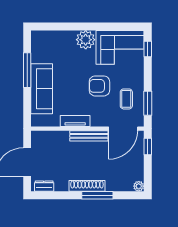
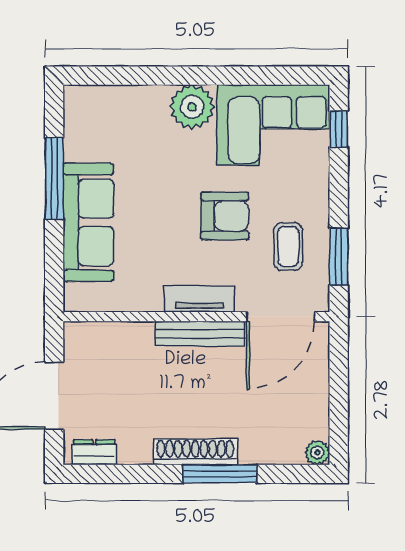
armchair: (99, 86) -> (225, 216), turned 180
tv unit: (75, 121) -> (199, 299), moved
window: (148, 147) -> (339, 359), removed

